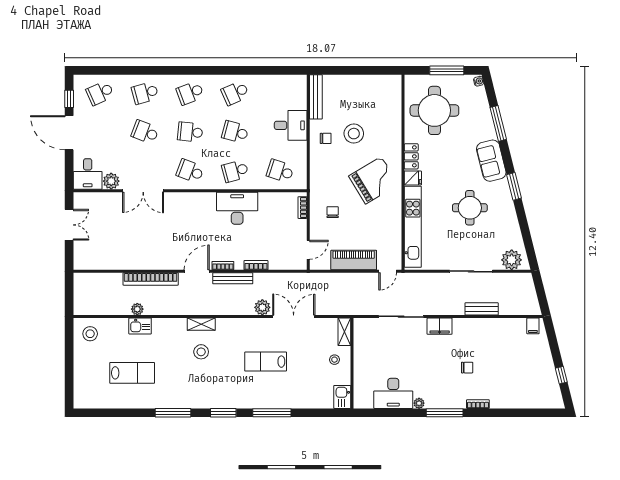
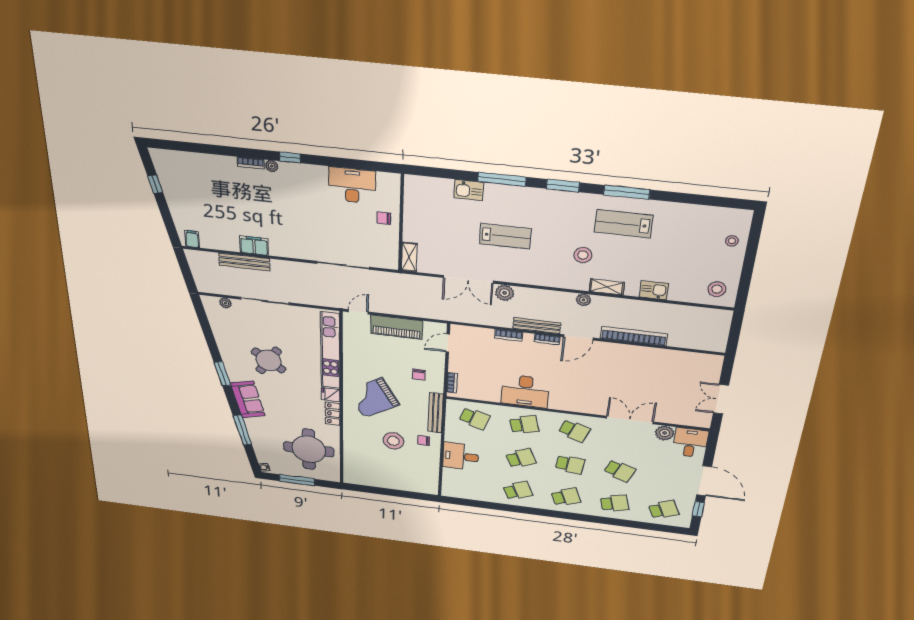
bench: (316, 97) -> (436, 413), moved
school desk: (235, 132) -> (521, 458), turned -39
round table: (470, 208) -> (269, 360), turned 34
plant: (512, 260) -> (225, 303), width x0.53, depth x0.53
plant: (137, 309) -> (584, 300), moved
bench: (482, 309) -> (244, 262), width x1.36
shelving: (201, 324) -> (607, 287), moved
filing cabinet: (440, 326) -> (254, 246), moved
stool: (334, 360) -> (732, 241), moved
chair: (467, 368) -> (384, 218), moved
lab bench: (132, 373) -> (624, 224), moved
kitchen sink: (342, 397) -> (469, 190), moved, turned 90
plant: (419, 403) -> (272, 166), moved
window: (445, 413) -> (290, 157), width x0.46

